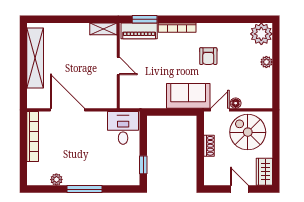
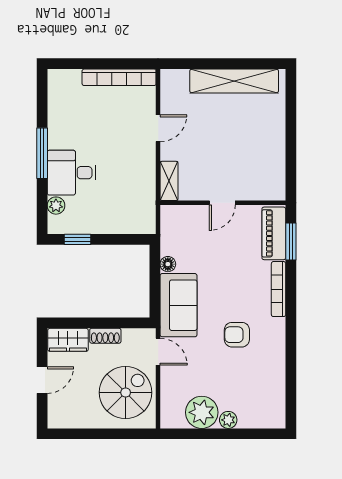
shelving: (103, 29) -> (169, 181), moved
plant: (261, 34) -> (202, 412), moved
floor lamp: (236, 103) -> (168, 264), moved
door: (67, 110) -> (158, 128), width x0.53
desk: (123, 128) -> (71, 173), moved, turned 180
wardrobe: (264, 172) -> (68, 340), moved, turned 180
plant: (56, 180) -> (56, 206), moved

